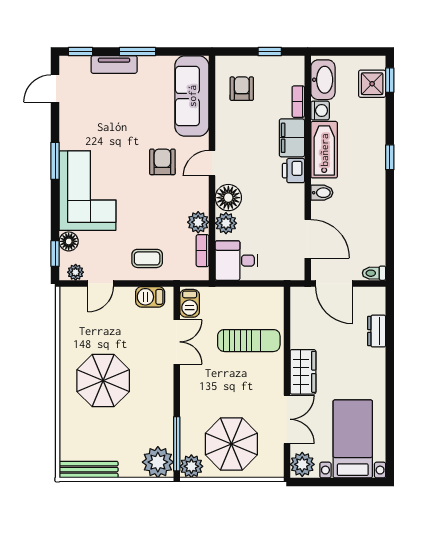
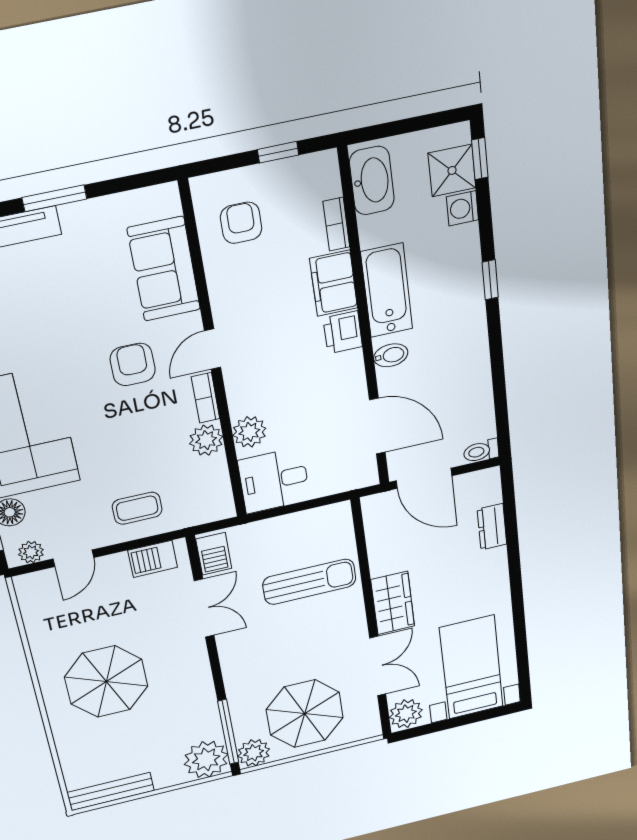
sofa: (192, 96) -> (164, 269), width x0.73
washing machine: (320, 111) -> (462, 208), moved, turned 180
floor lamp: (228, 198) -> (247, 394), removed
bookcase: (203, 251) -> (206, 398), moved

